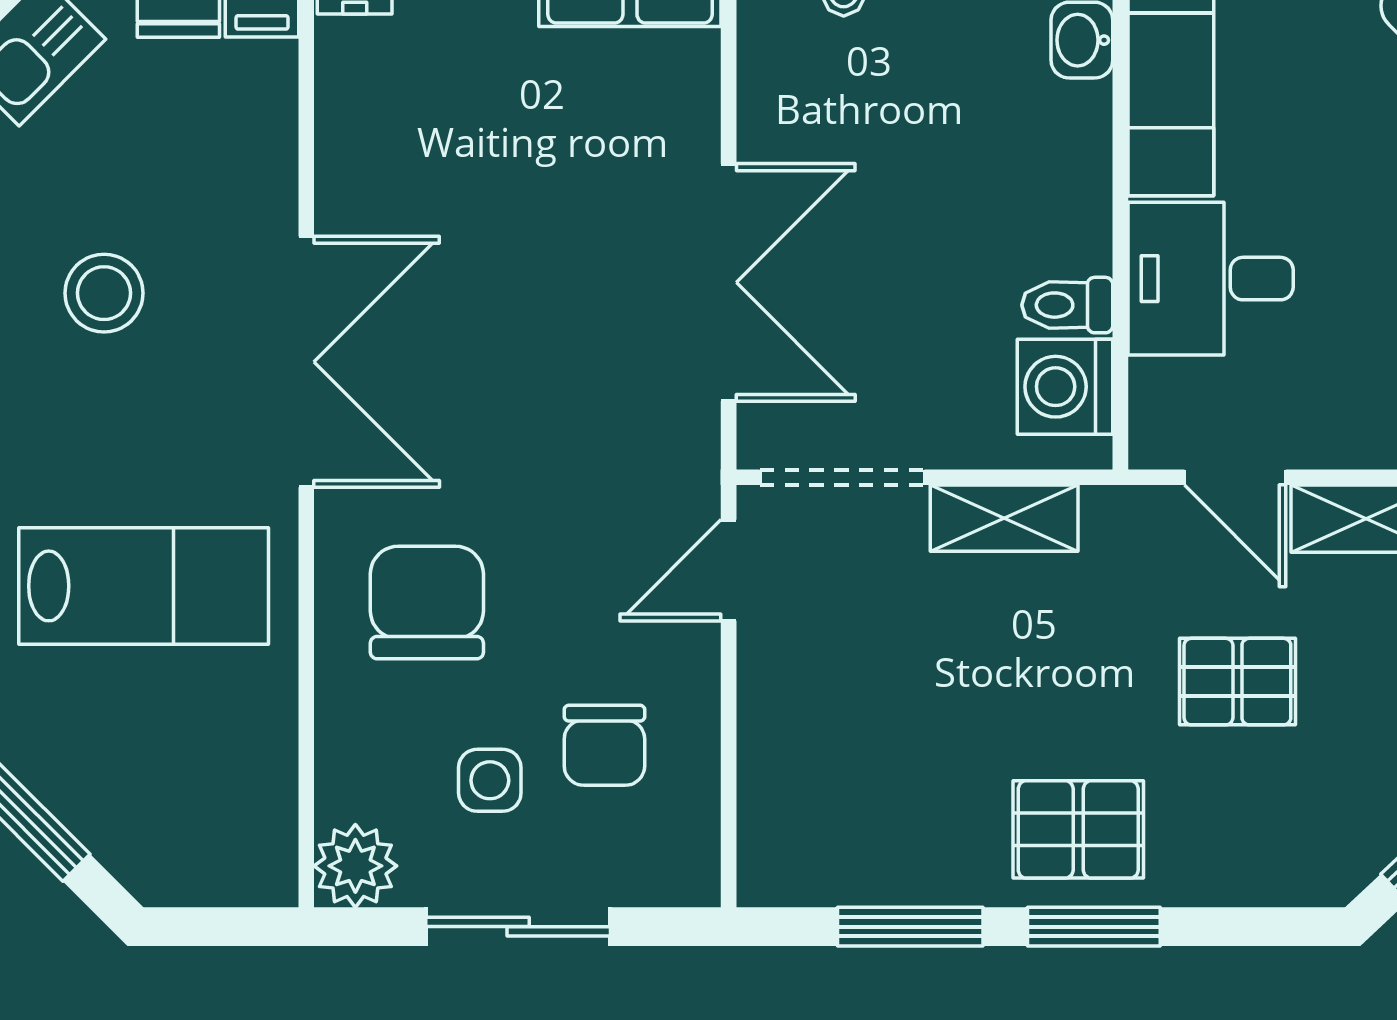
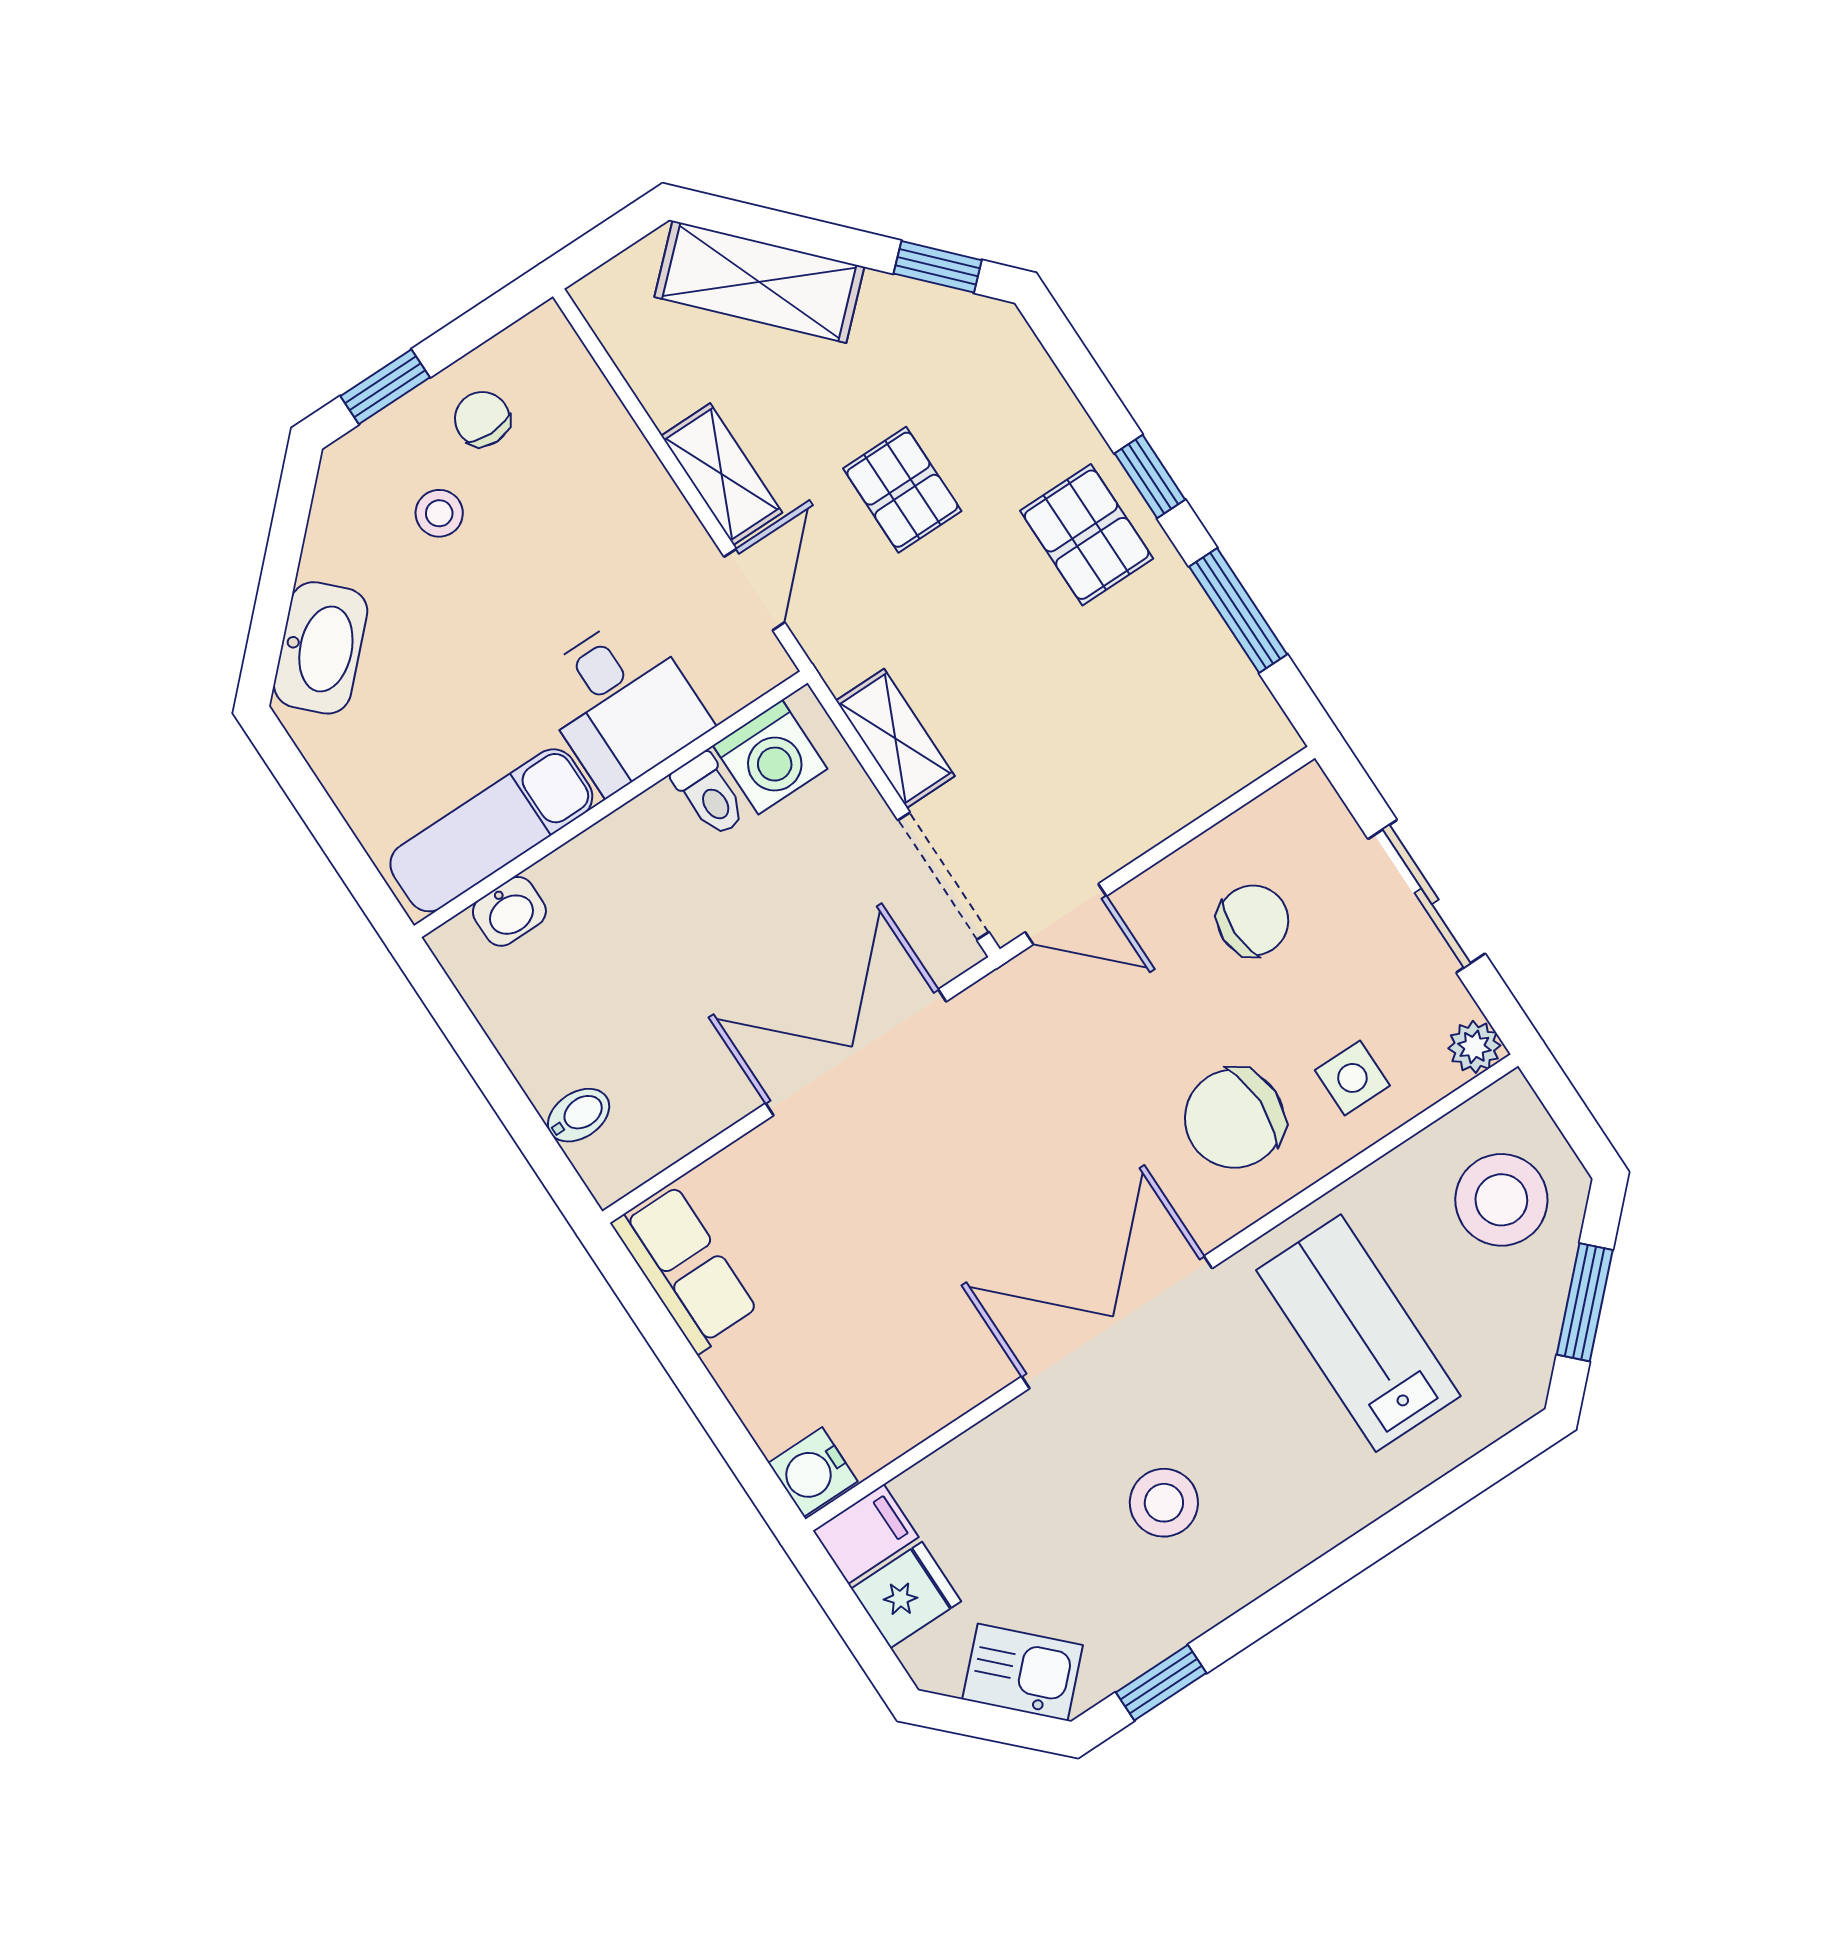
side table: (490, 780) -> (1352, 1078), moved
stool: (181, 807) -> (1501, 1200), added
plant: (355, 866) -> (1474, 1047), width x0.73, depth x0.73
window: (1094, 927) -> (1150, 477), width x0.67

